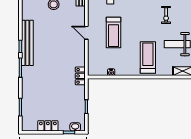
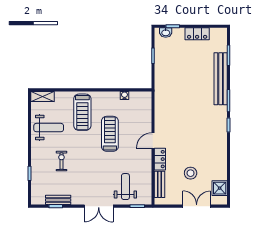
door: (86, 33) -> (153, 141), swing flipped
treadmill: (113, 33) -> (110, 134), moved
bench: (27, 43) -> (221, 79), moved
locker: (80, 76) -> (160, 159), moved

